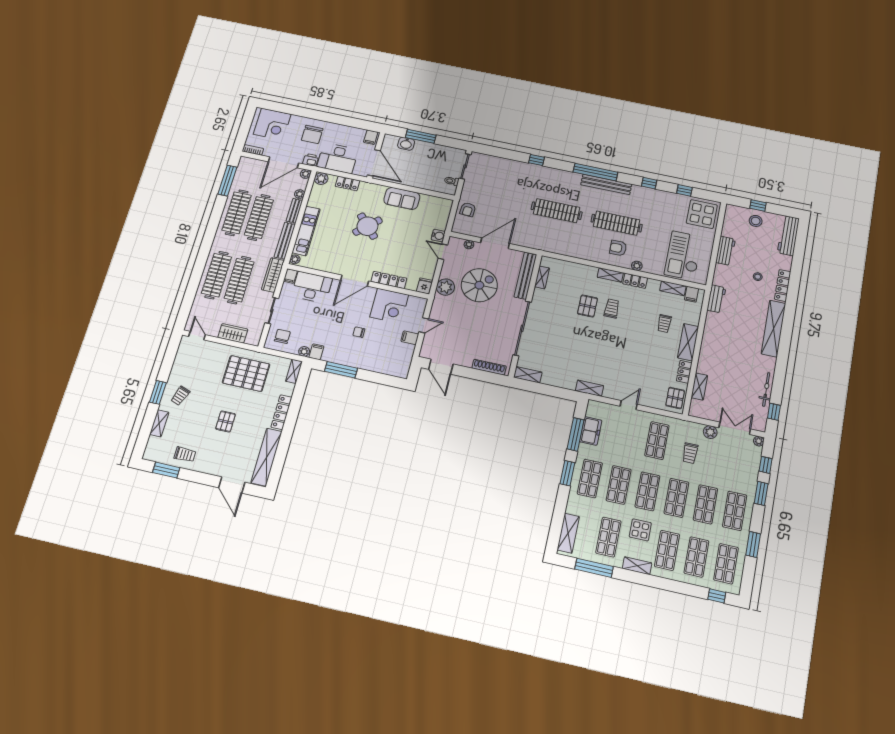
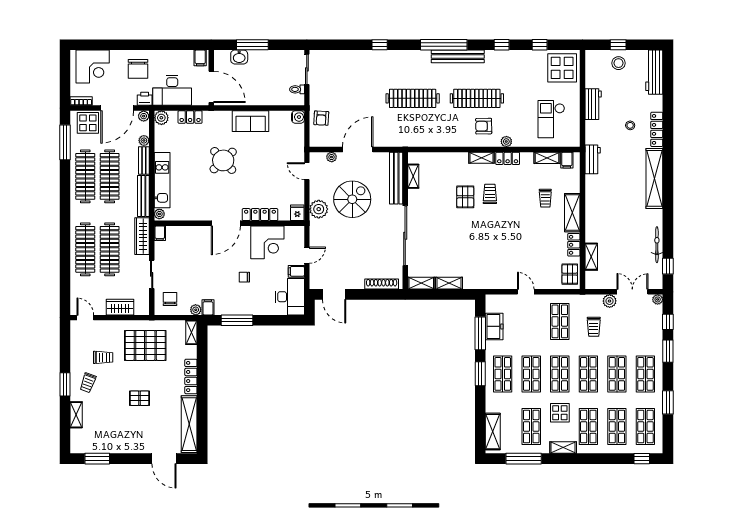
display table: (253, 169) -> (88, 123), added
water cooler: (438, 236) -> (298, 117), moved
checkout: (683, 256) -> (551, 119), width x0.73, depth x0.83
desk: (312, 287) -> (290, 297), moved, turned 90
shelving: (589, 388) -> (449, 283), moved
door: (629, 405) -> (526, 292), hinge flipped
pallet: (225, 421) -> (140, 398), turned 90
trolley: (185, 454) -> (103, 357), moved

